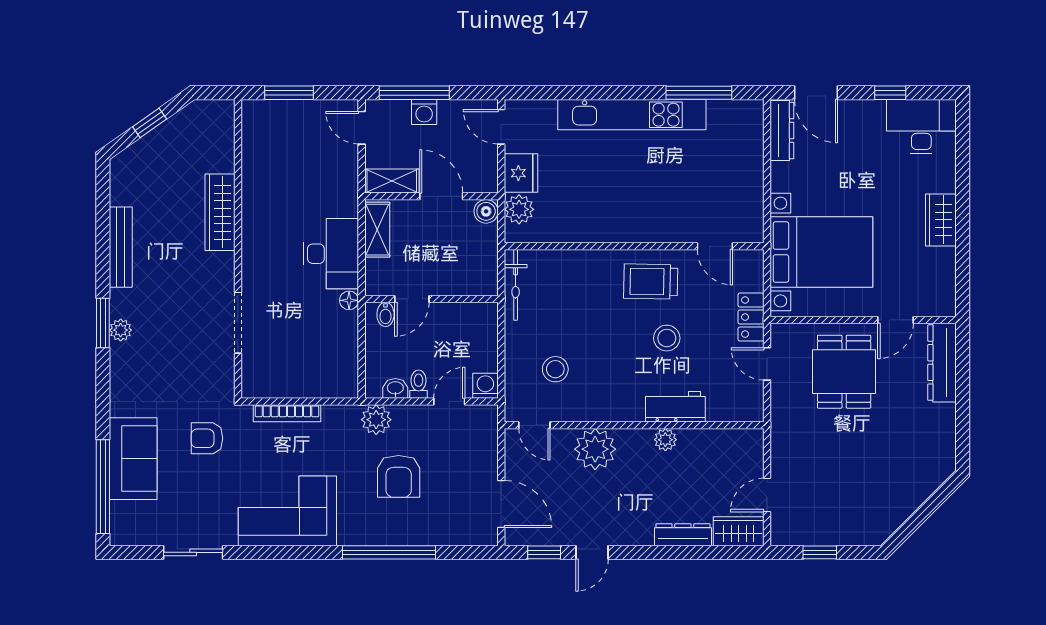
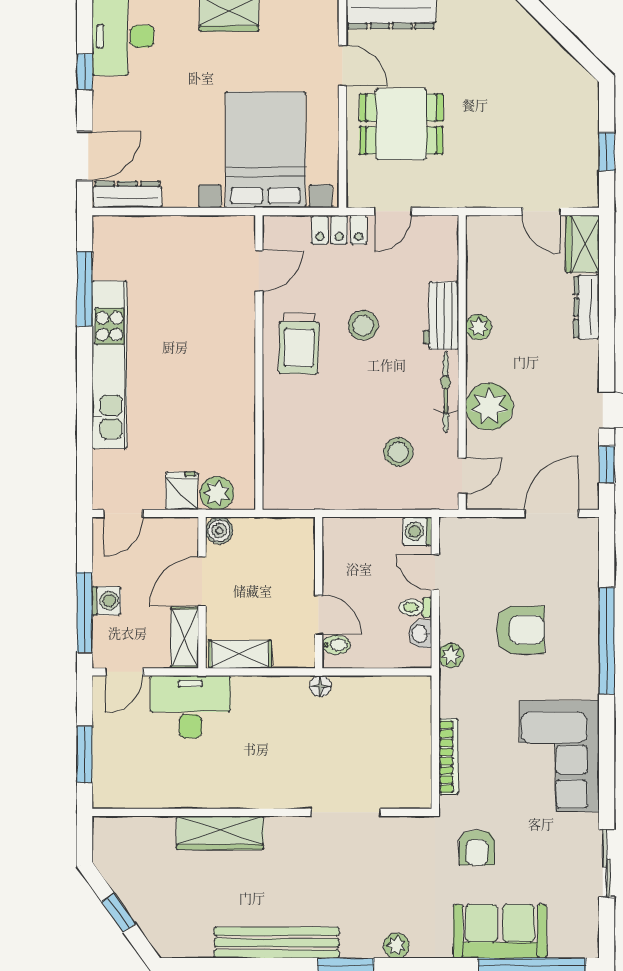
fridge: (521, 173) -> (182, 491), width x0.72
bench: (121, 247) -> (277, 943), width x1.37, depth x1.21
desk: (331, 254) -> (190, 707), moved
bicycle: (516, 285) -> (446, 392), moved, turned -90
plant: (121, 330) -> (396, 946), moved
plant: (376, 420) -> (451, 655), width x0.73, depth x0.73

